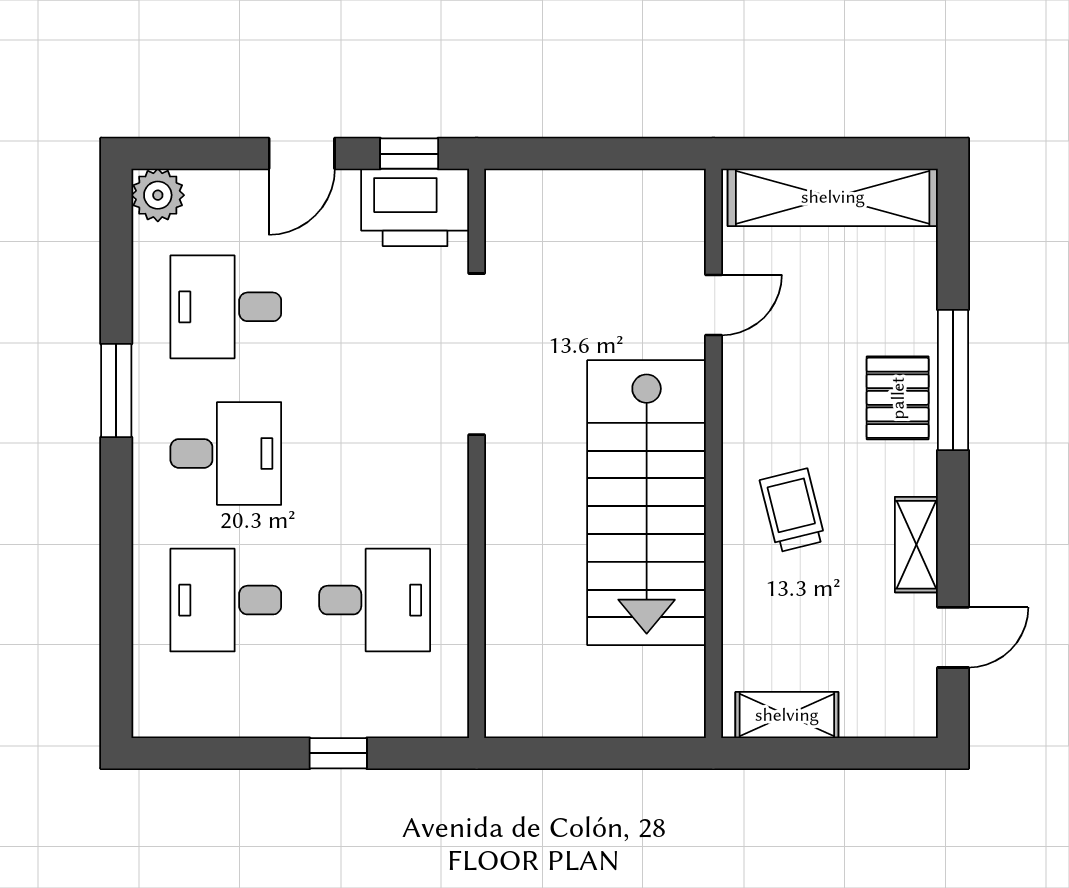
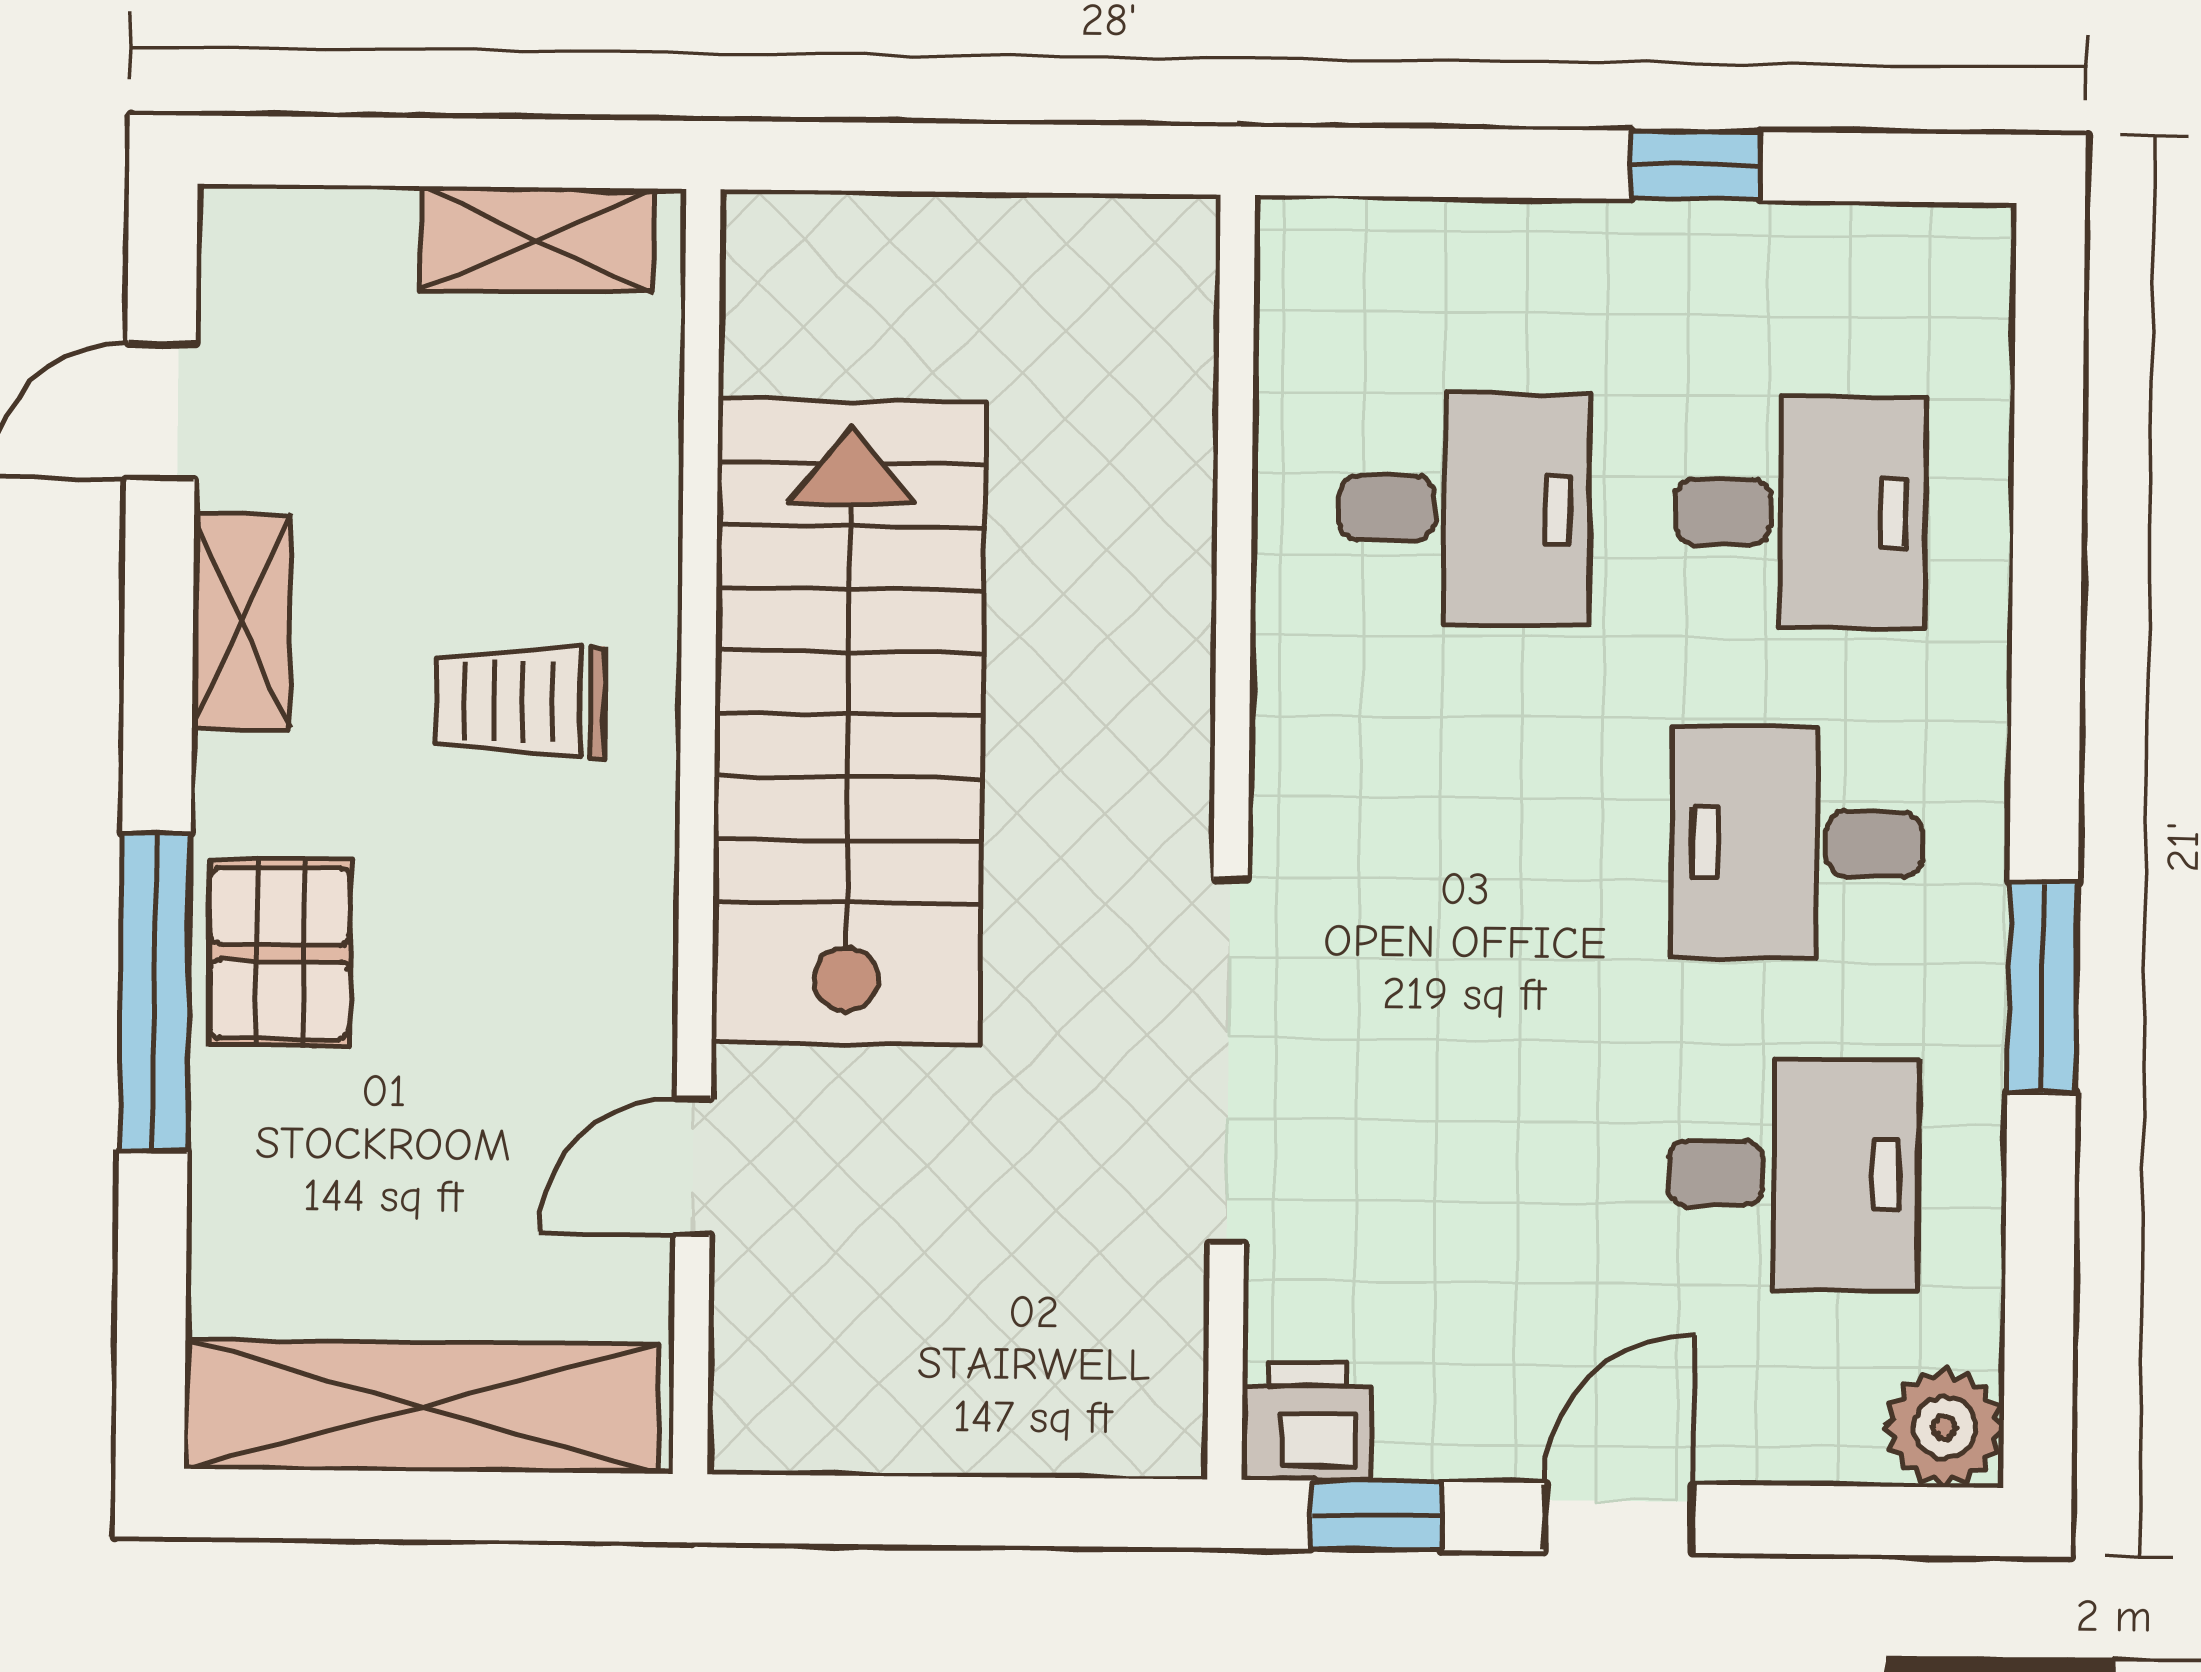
printer: (415, 207) -> (1307, 1421), width x0.53, depth x0.68
trolley: (793, 510) -> (520, 701), turned 104
desk: (375, 600) -> (1465, 509), turned 180
window: (338, 753) -> (1696, 166), moved

